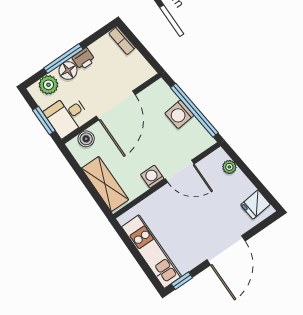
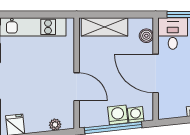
door: (180, 171) -> (77, 87), swing flipped
washing machine: (152, 177) -> (136, 115), moved, turned -96

